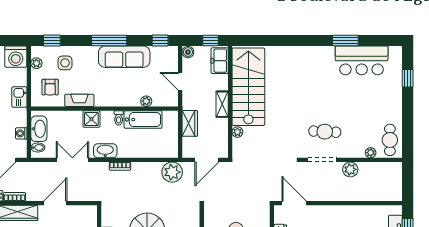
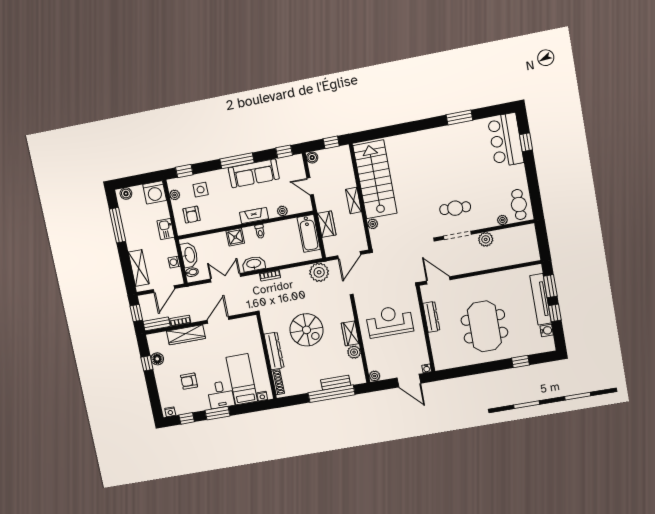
bar counter: (362, 60) -> (506, 140), moved, turned 90
freezer: (220, 61) -> (343, 160), removed
fireplace: (79, 100) -> (254, 216), moved
bathtub: (143, 120) -> (309, 233), moved, turned 90

